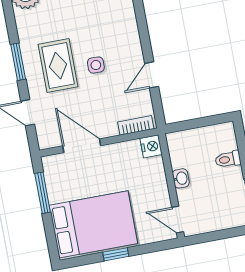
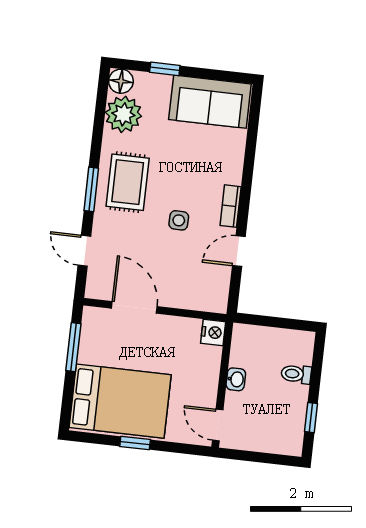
rug: (58, 66) -> (128, 182), moved
bookcase: (136, 125) -> (231, 206), moved, turned -90

